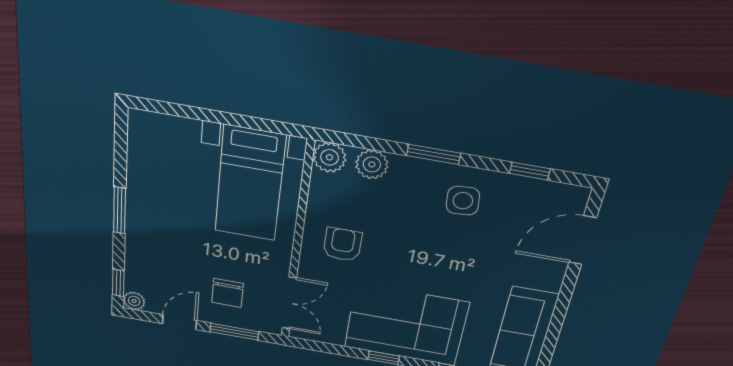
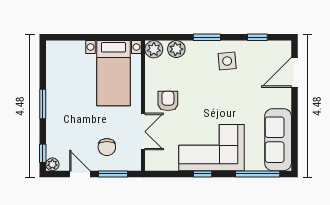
double door: (289, 303) -> (143, 132), moved
door: (179, 322) -> (80, 174), hinge flipped

